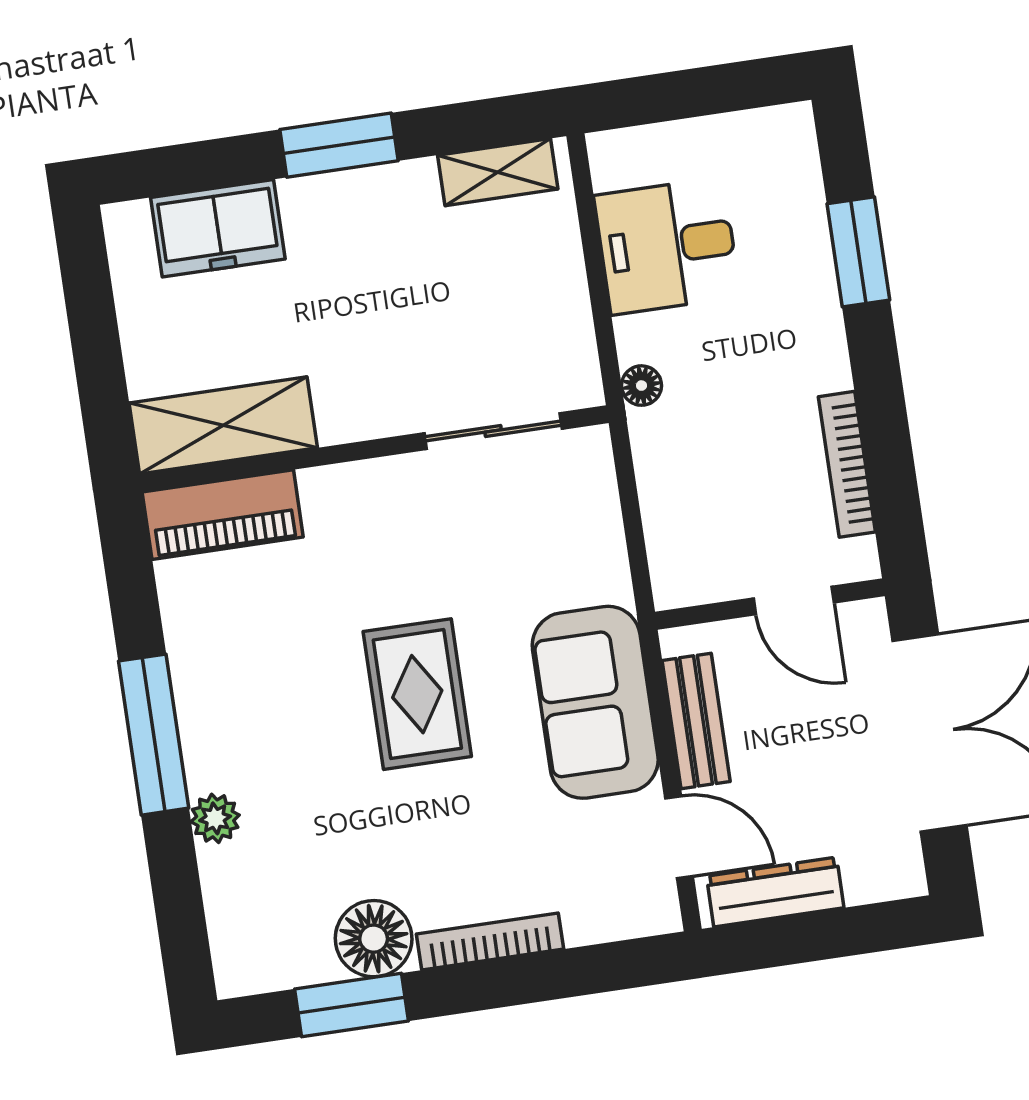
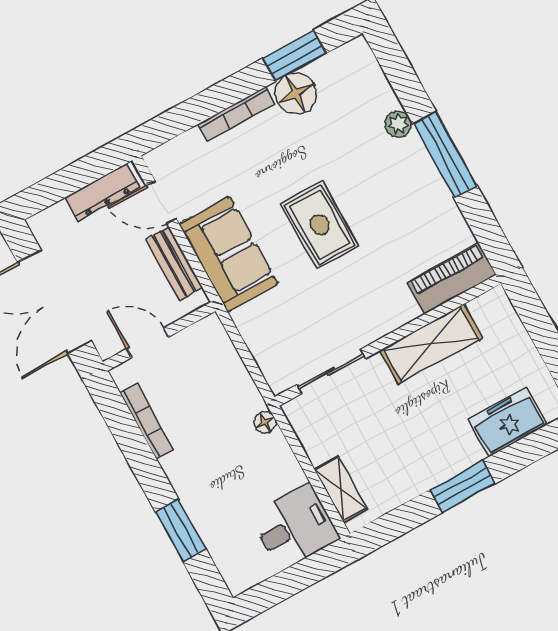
shelving: (498, 172) -> (341, 489), moved, turned 90
desk: (667, 246) -> (295, 527), moved
shelving: (223, 425) -> (431, 344), moved

